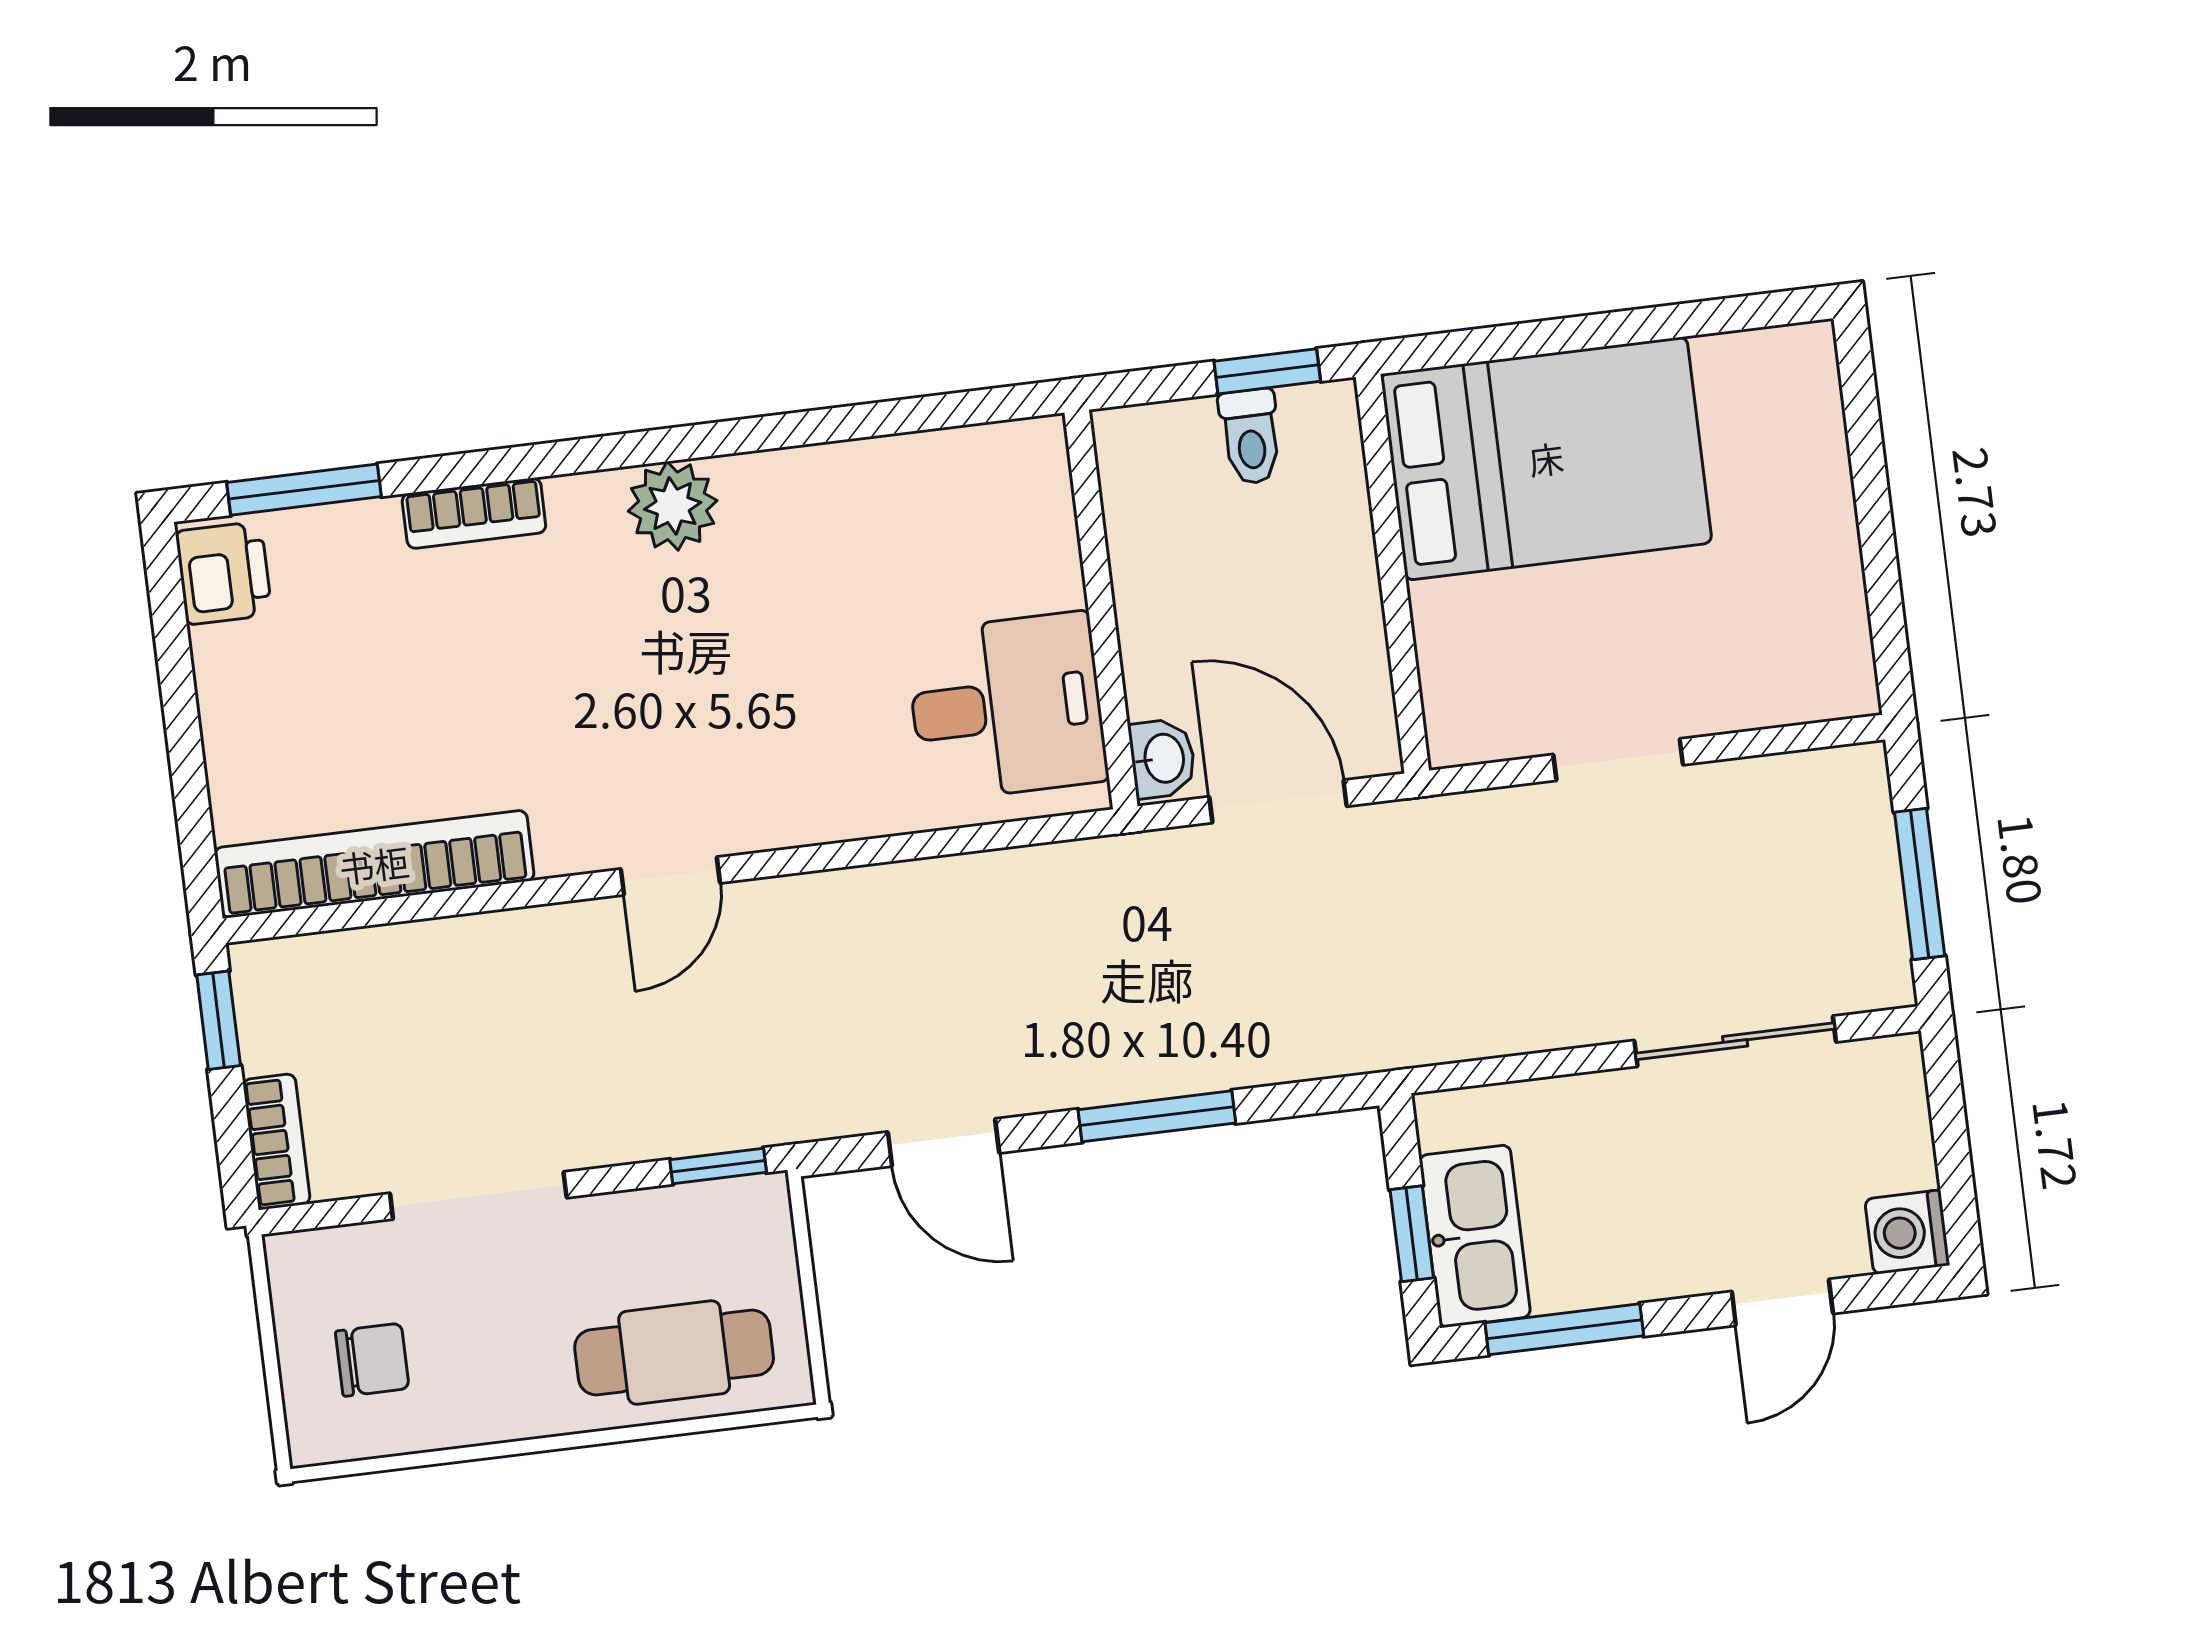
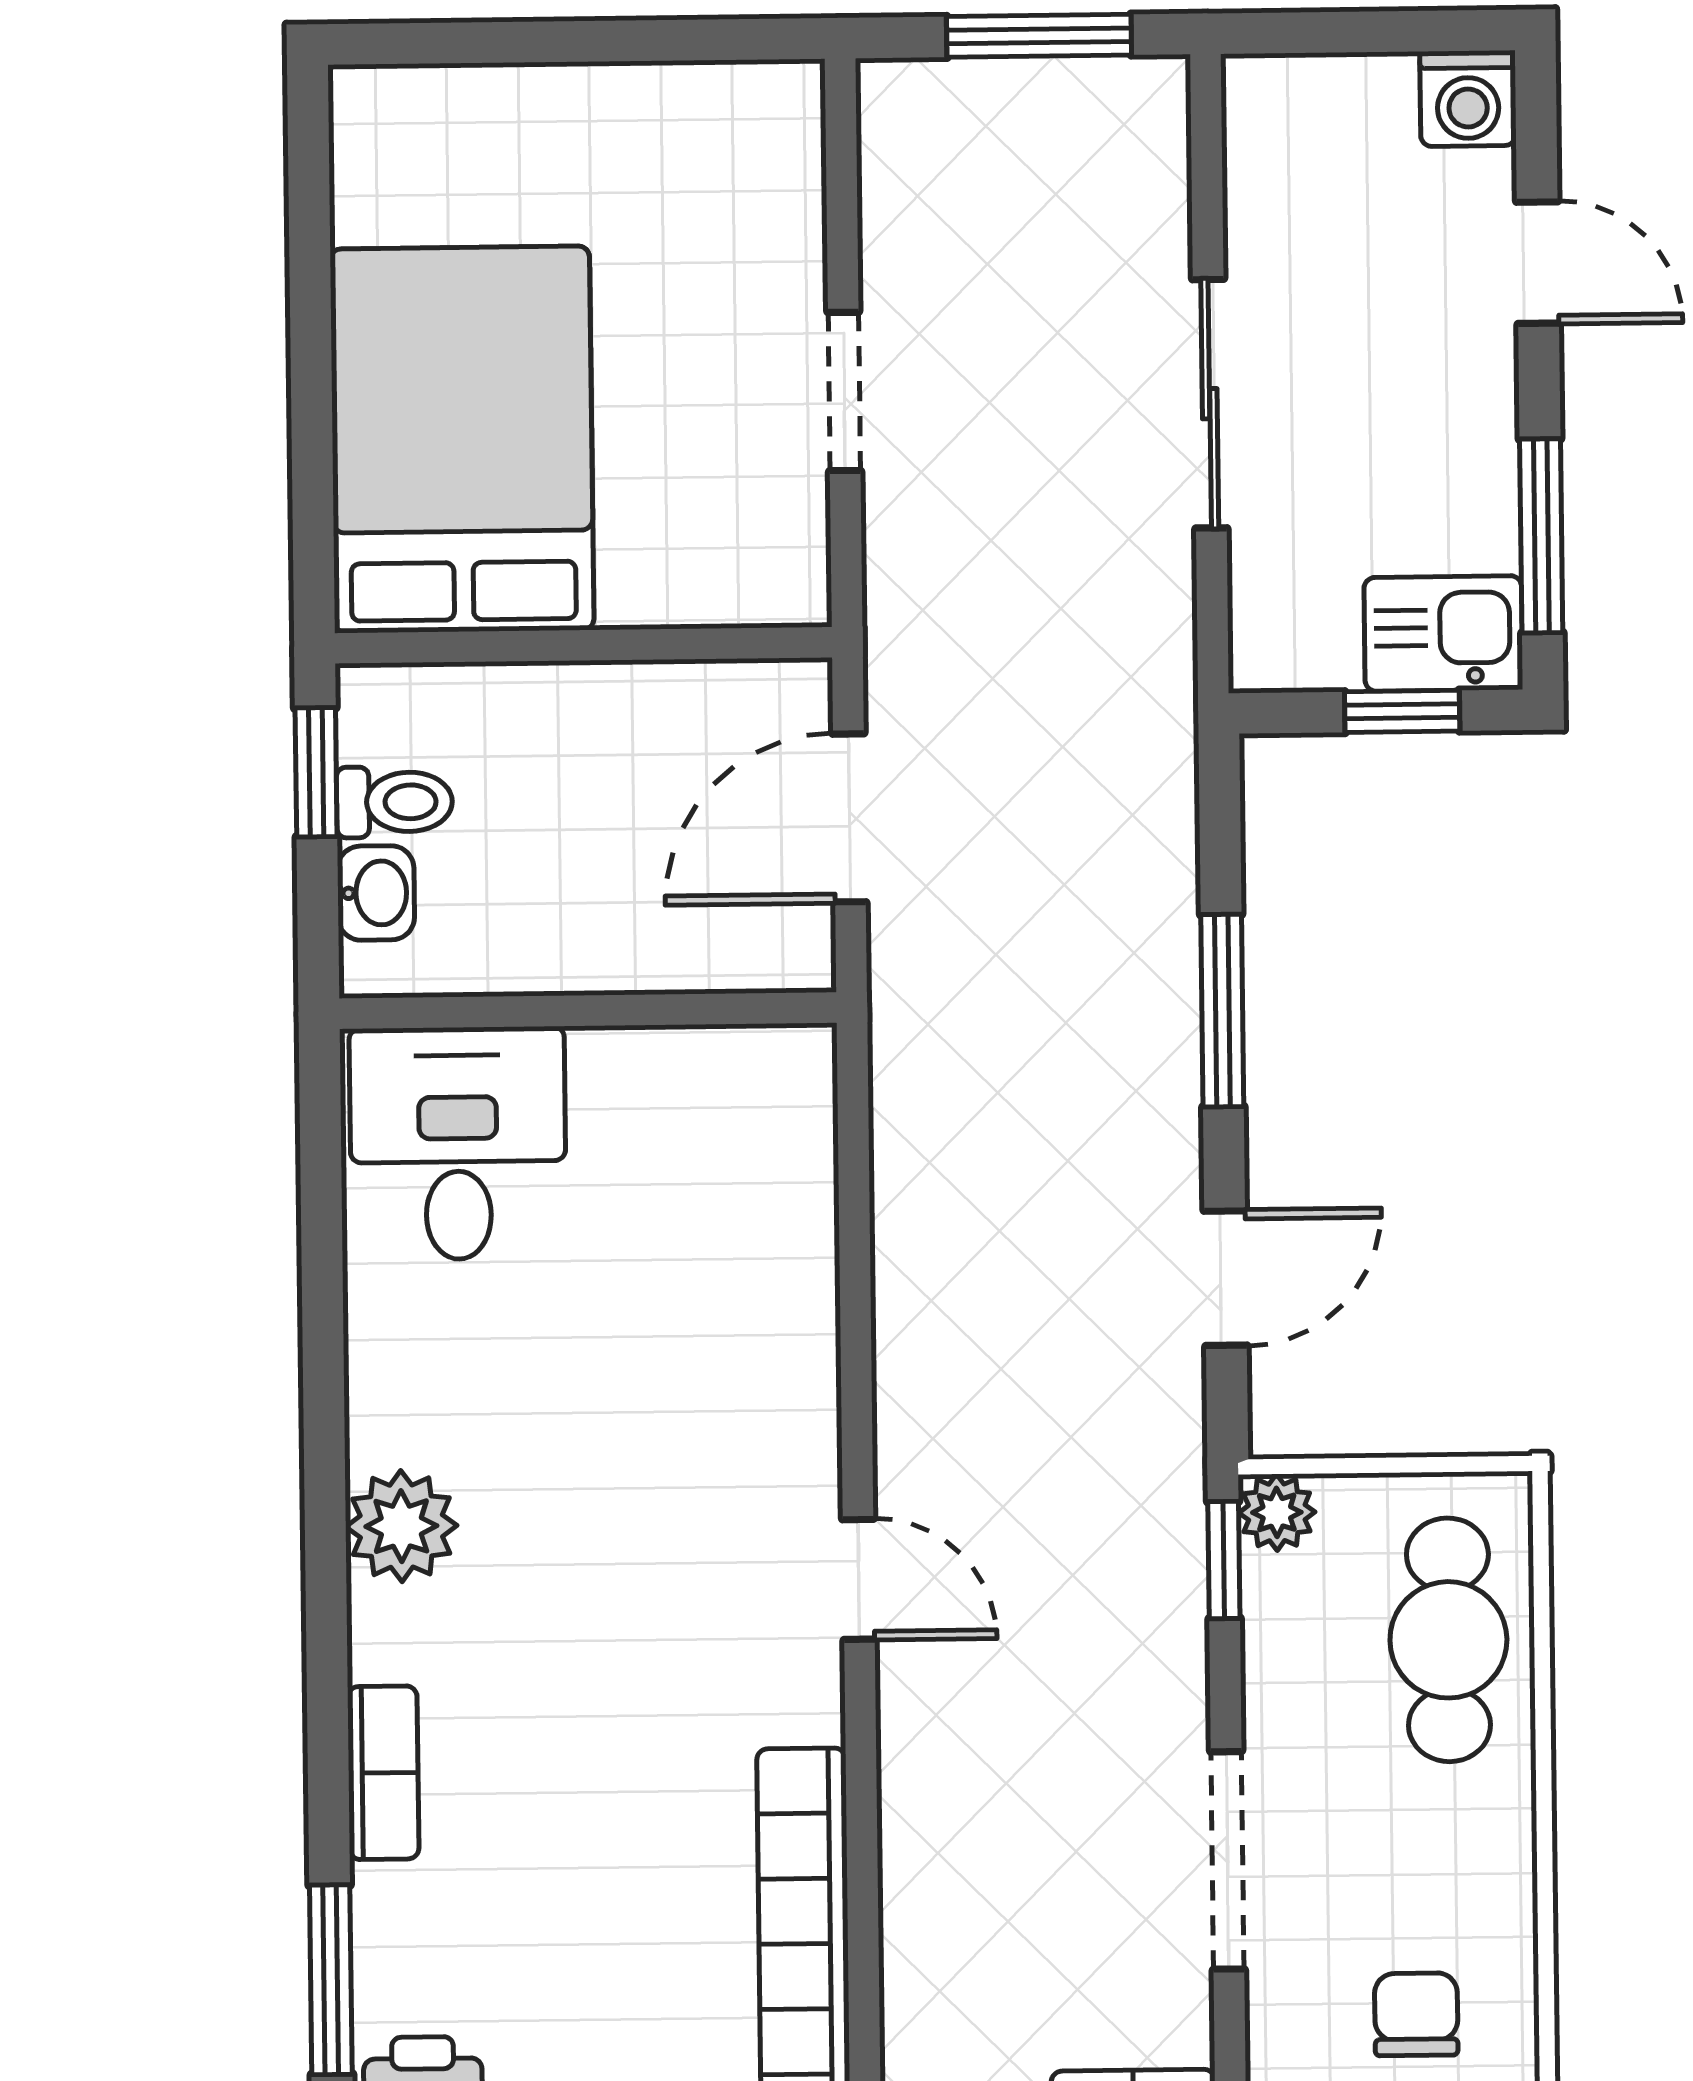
desk: (1007, 707) -> (458, 1143), moved
washbasin: (1162, 758) -> (376, 893), moved, turned 90
sliding door: (1735, 1041) -> (1210, 404), moved
plant: (761, 1204) -> (1277, 1512), added
kitchen sink: (1475, 1236) -> (1443, 634), width x0.73

